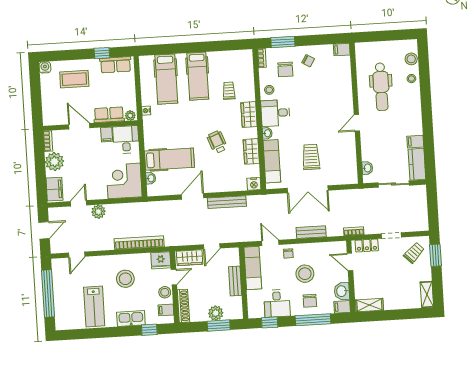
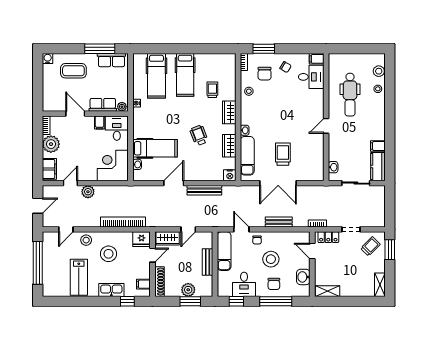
window: (102, 53) -> (100, 49), width x2.17
desk: (275, 113) -> (311, 77), moved, turned 180
stool: (165, 292) -> (86, 240), moved
filing cabinet: (342, 307) -> (303, 291), removed

